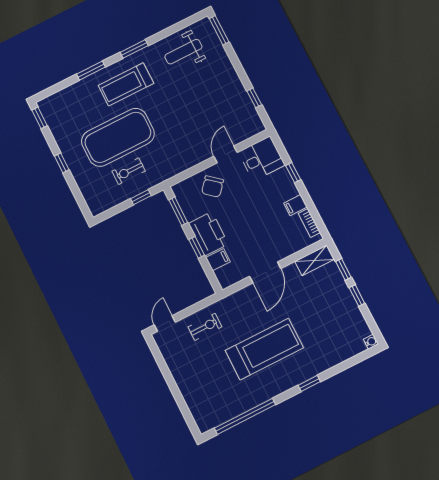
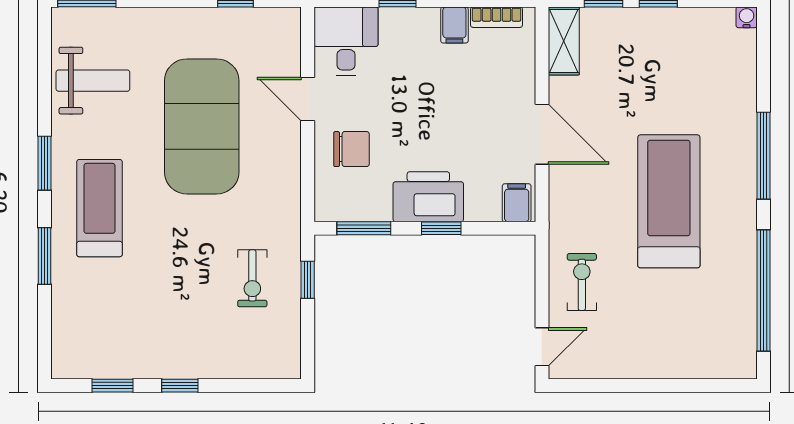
weight bench: (183, 52) -> (93, 81), turned -90
treadmill: (126, 84) -> (99, 208), turned 180
window: (39, 118) -> (112, 386), moved
exercise mat: (118, 137) -> (202, 126), moved
chair: (212, 187) -> (351, 149), turned -40
filing cabinet: (218, 260) -> (517, 203), moved
door: (165, 323) -> (542, 347), swing flipped
window: (309, 383) -> (763, 156), width x2.17

